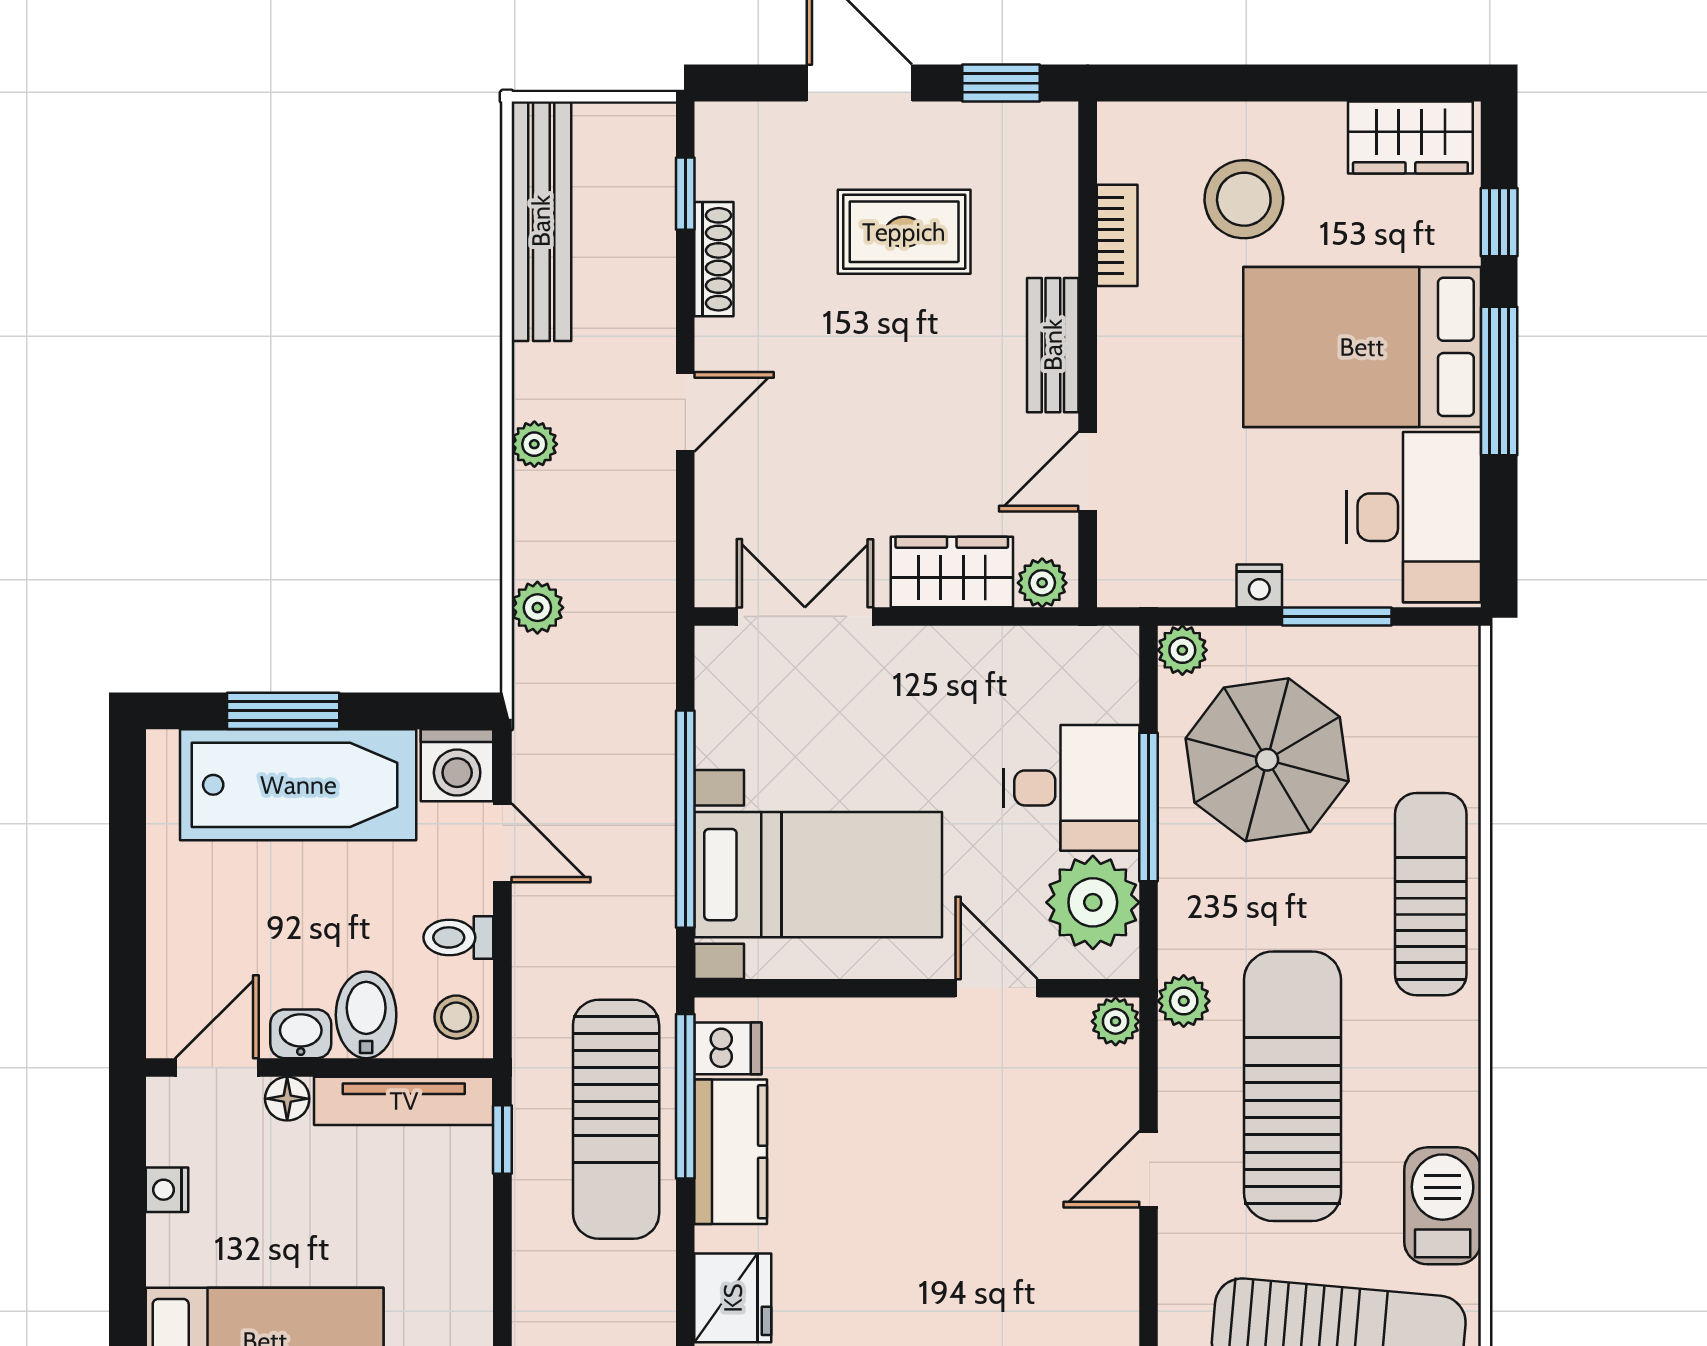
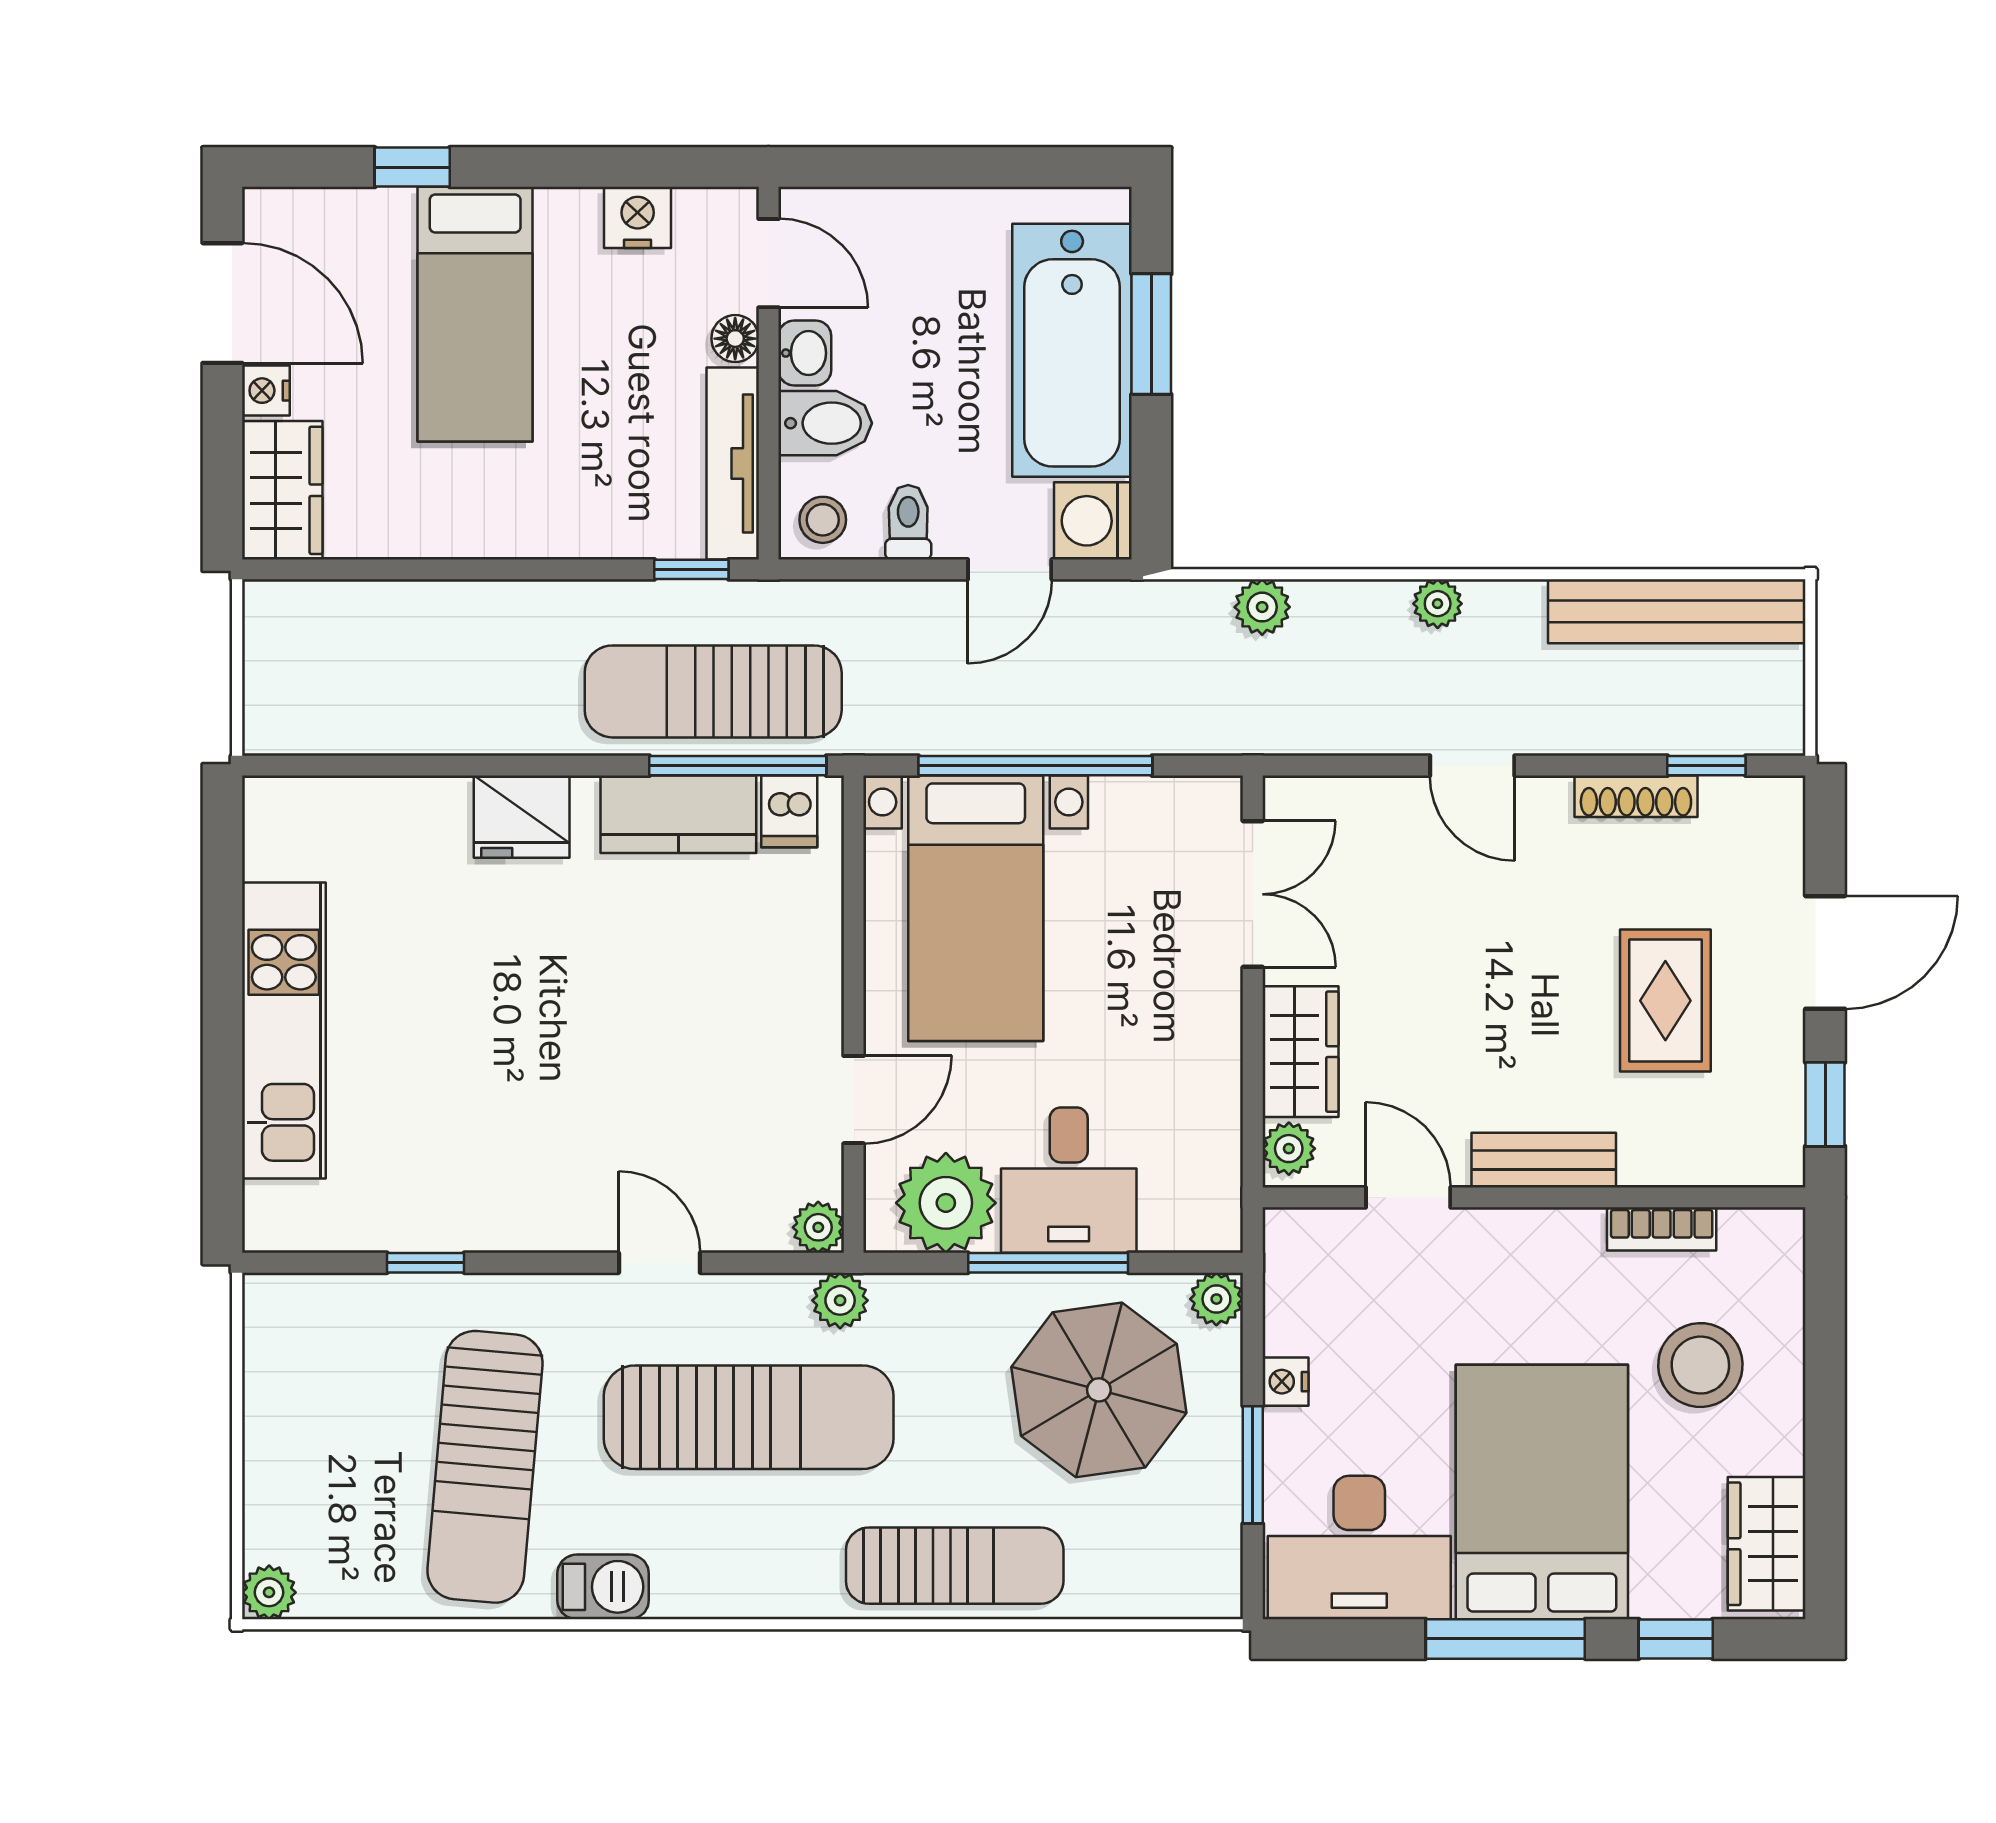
nightstand: (167, 1190) -> (638, 217), width x1.39, depth x1.35
barbecue: (1443, 1206) -> (603, 1587), width x0.73, depth x0.79

